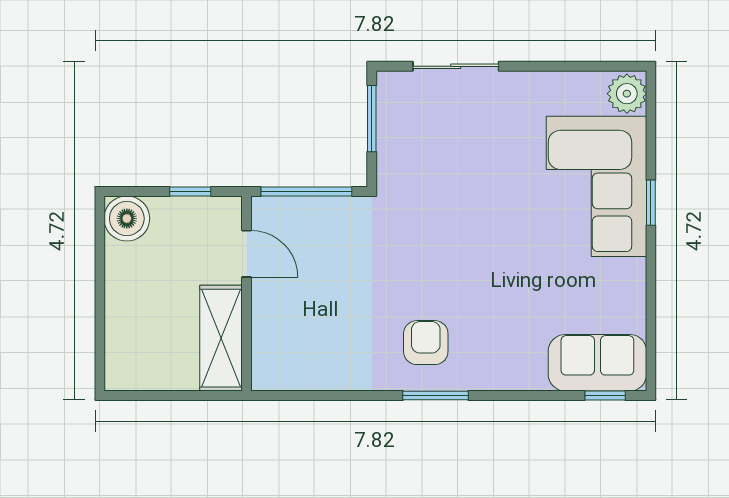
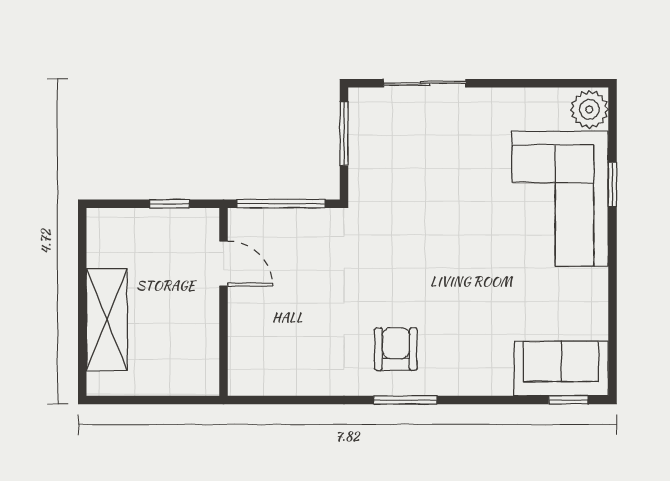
window: (651, 203) -> (612, 184), moved
boiler: (127, 218) -> (108, 230), removed
shelving: (221, 338) -> (107, 320), moved

